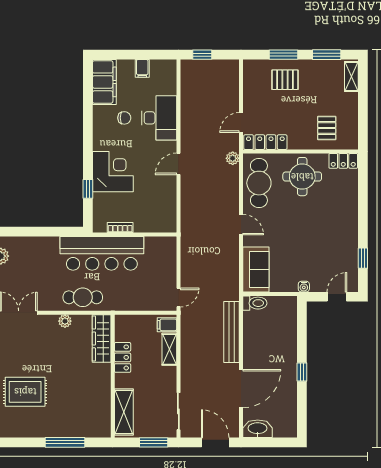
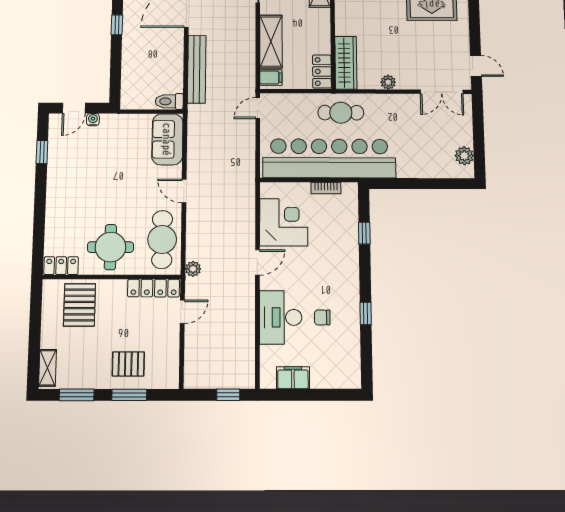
filing cabinet: (142, 68) -> (293, 378), width x2.00
filing cabinet: (104, 82) -> (347, 361), removed
window: (88, 121) -> (366, 313), added
pallet: (327, 128) -> (79, 305), width x1.50, depth x1.42
corner desk: (113, 172) -> (284, 222), moved, turned 180
bar counter: (102, 253) -> (329, 158), width x1.36
water cooler: (304, 287) -> (93, 120), moved
cafe table: (83, 297) -> (341, 113), moved
shelving: (169, 349) -> (271, 42), width x1.50, depth x1.33
locker: (123, 357) -> (322, 72), moved

